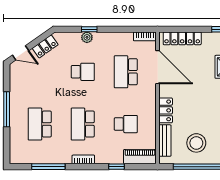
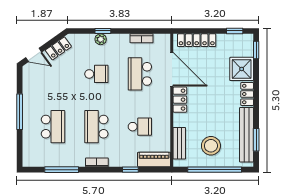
bookcase: (145, 36) -> (142, 38), moved
locker: (166, 110) -> (180, 100), moved
school desk: (40, 124) -> (53, 127), turned 180

